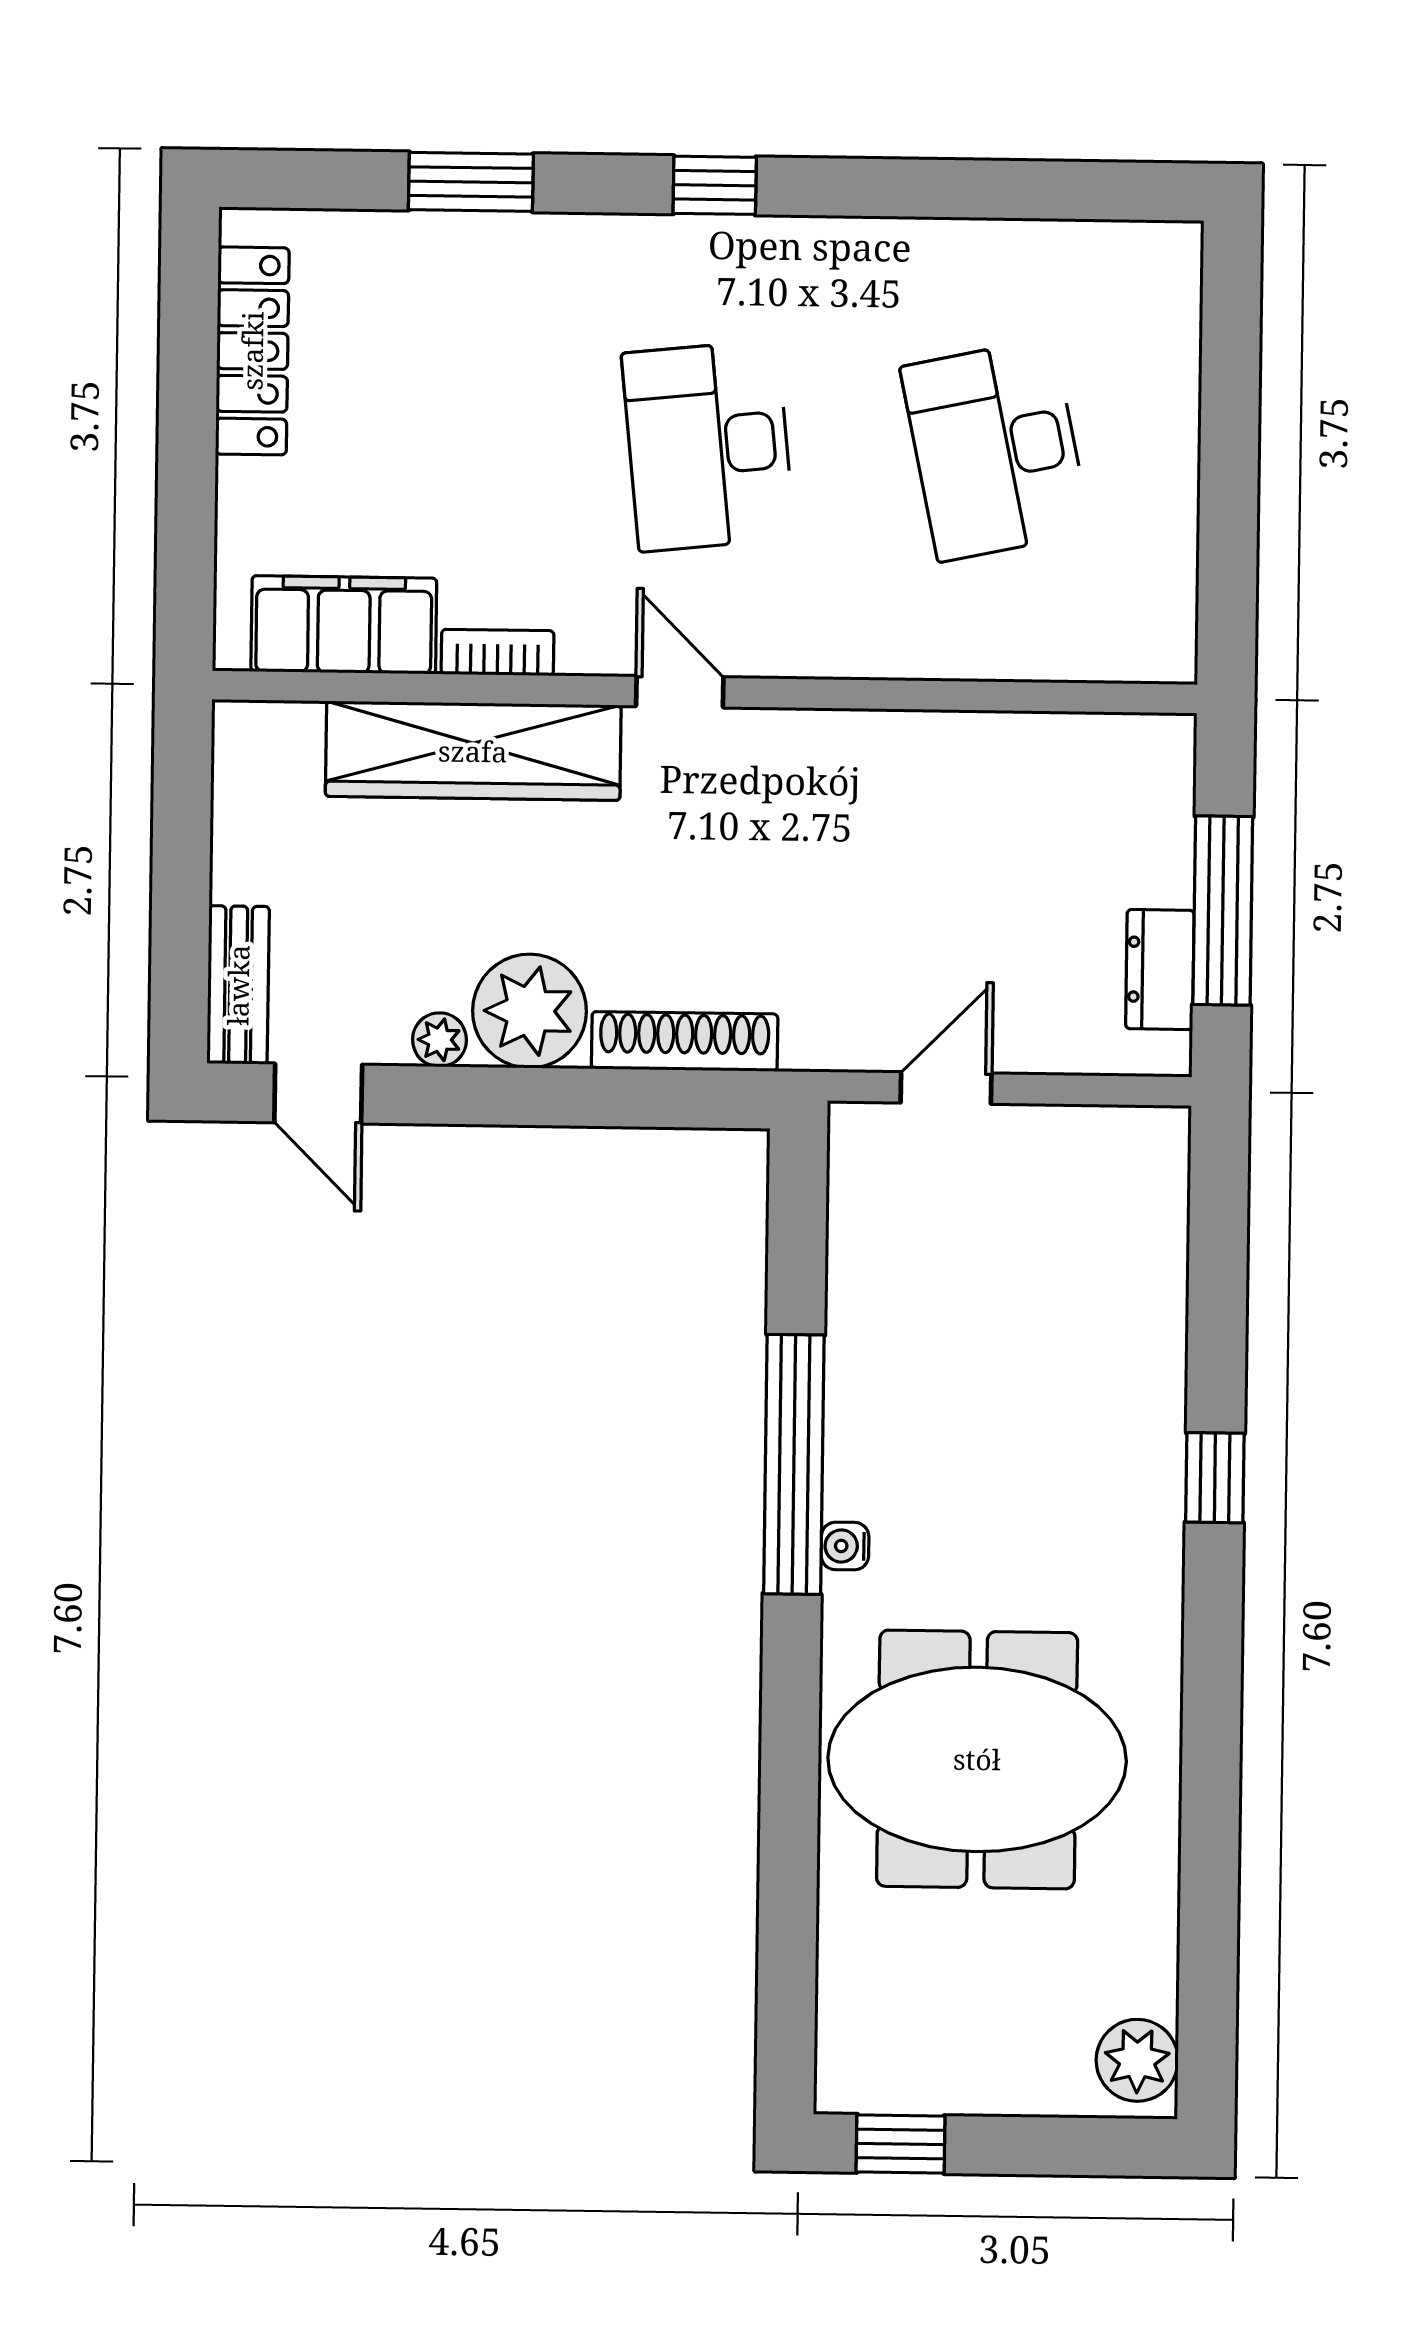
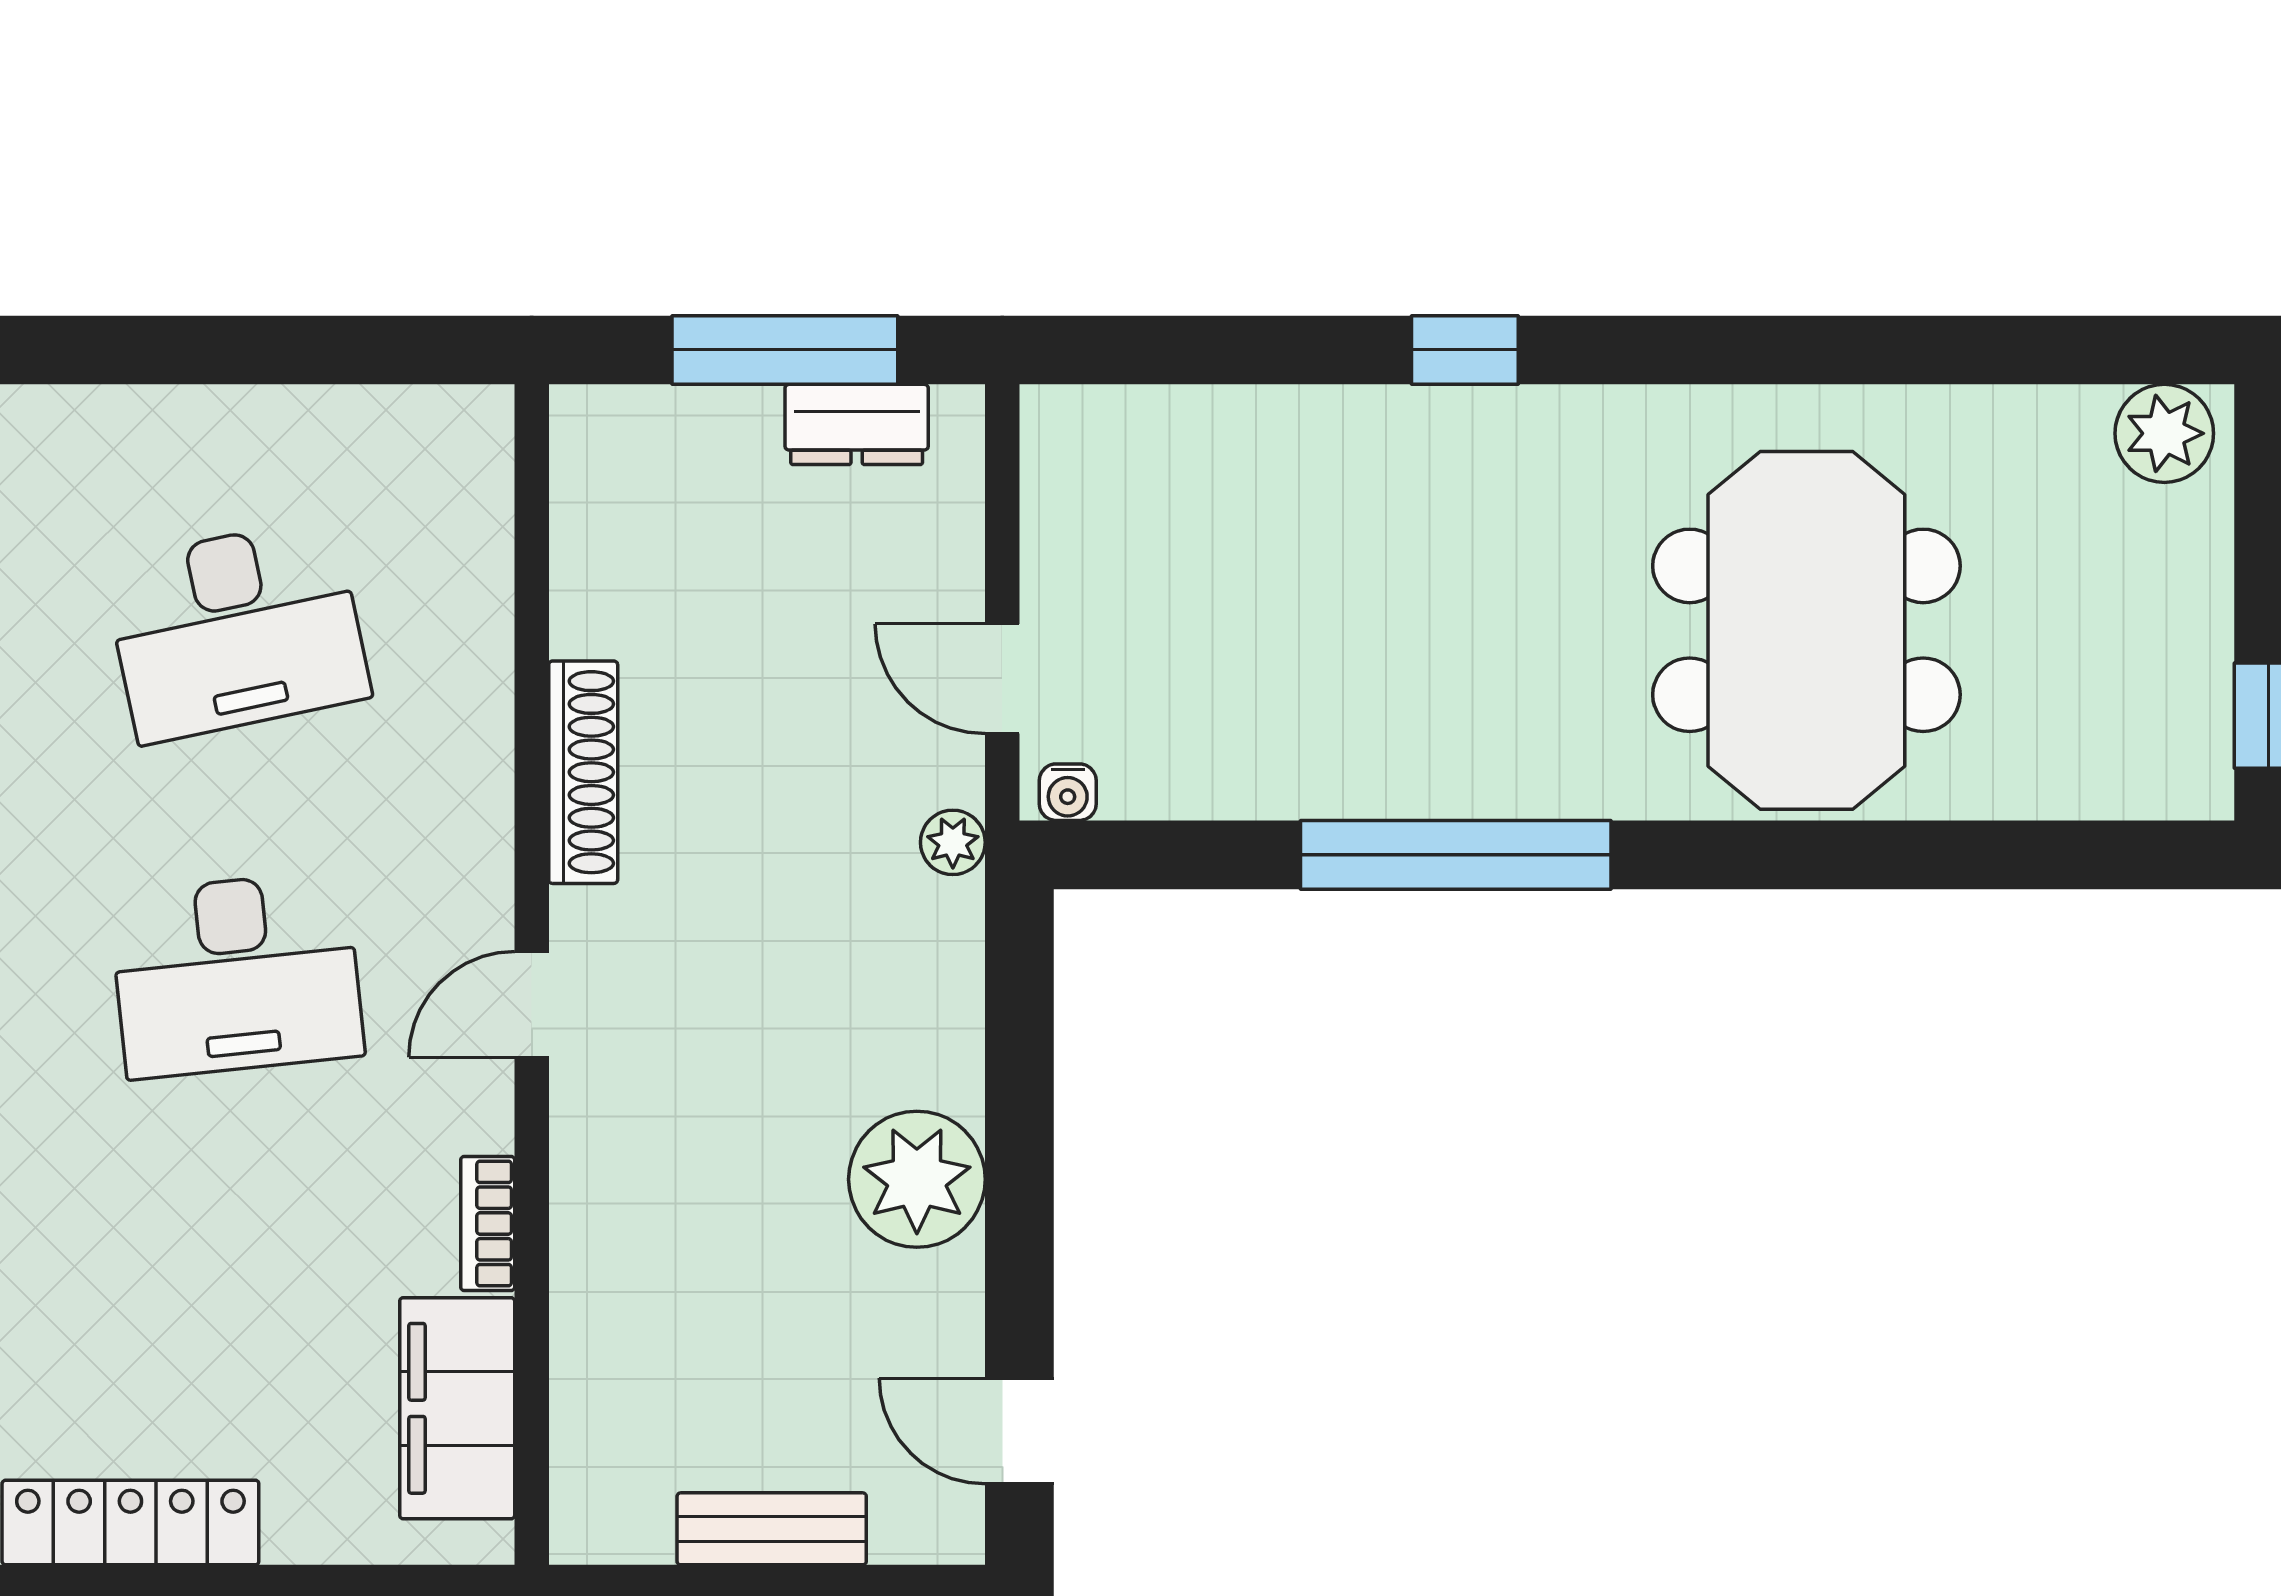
wardrobe: (473, 751) -> (606, 1251), removed
bench: (238, 985) -> (772, 1529), moved
plant: (439, 1040) -> (953, 842), moved
shoe rack: (685, 1041) -> (583, 772), moved, turned 180
door: (318, 1094) -> (1019, 1431), swing flipped
water cooler: (845, 1546) -> (1068, 792), moved

